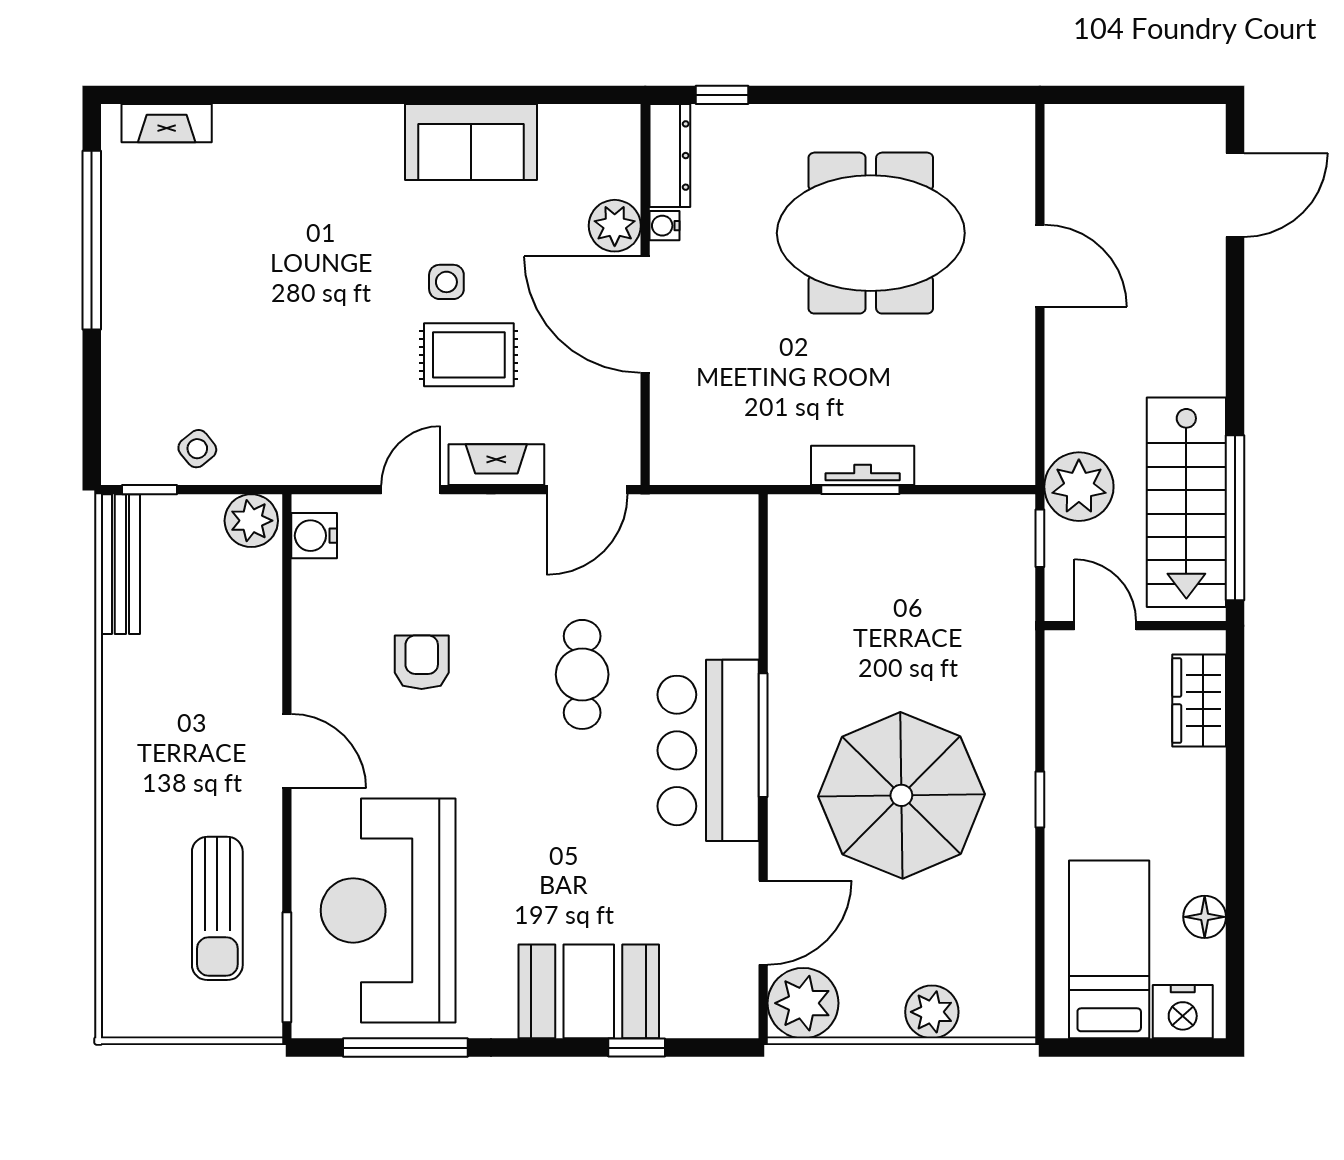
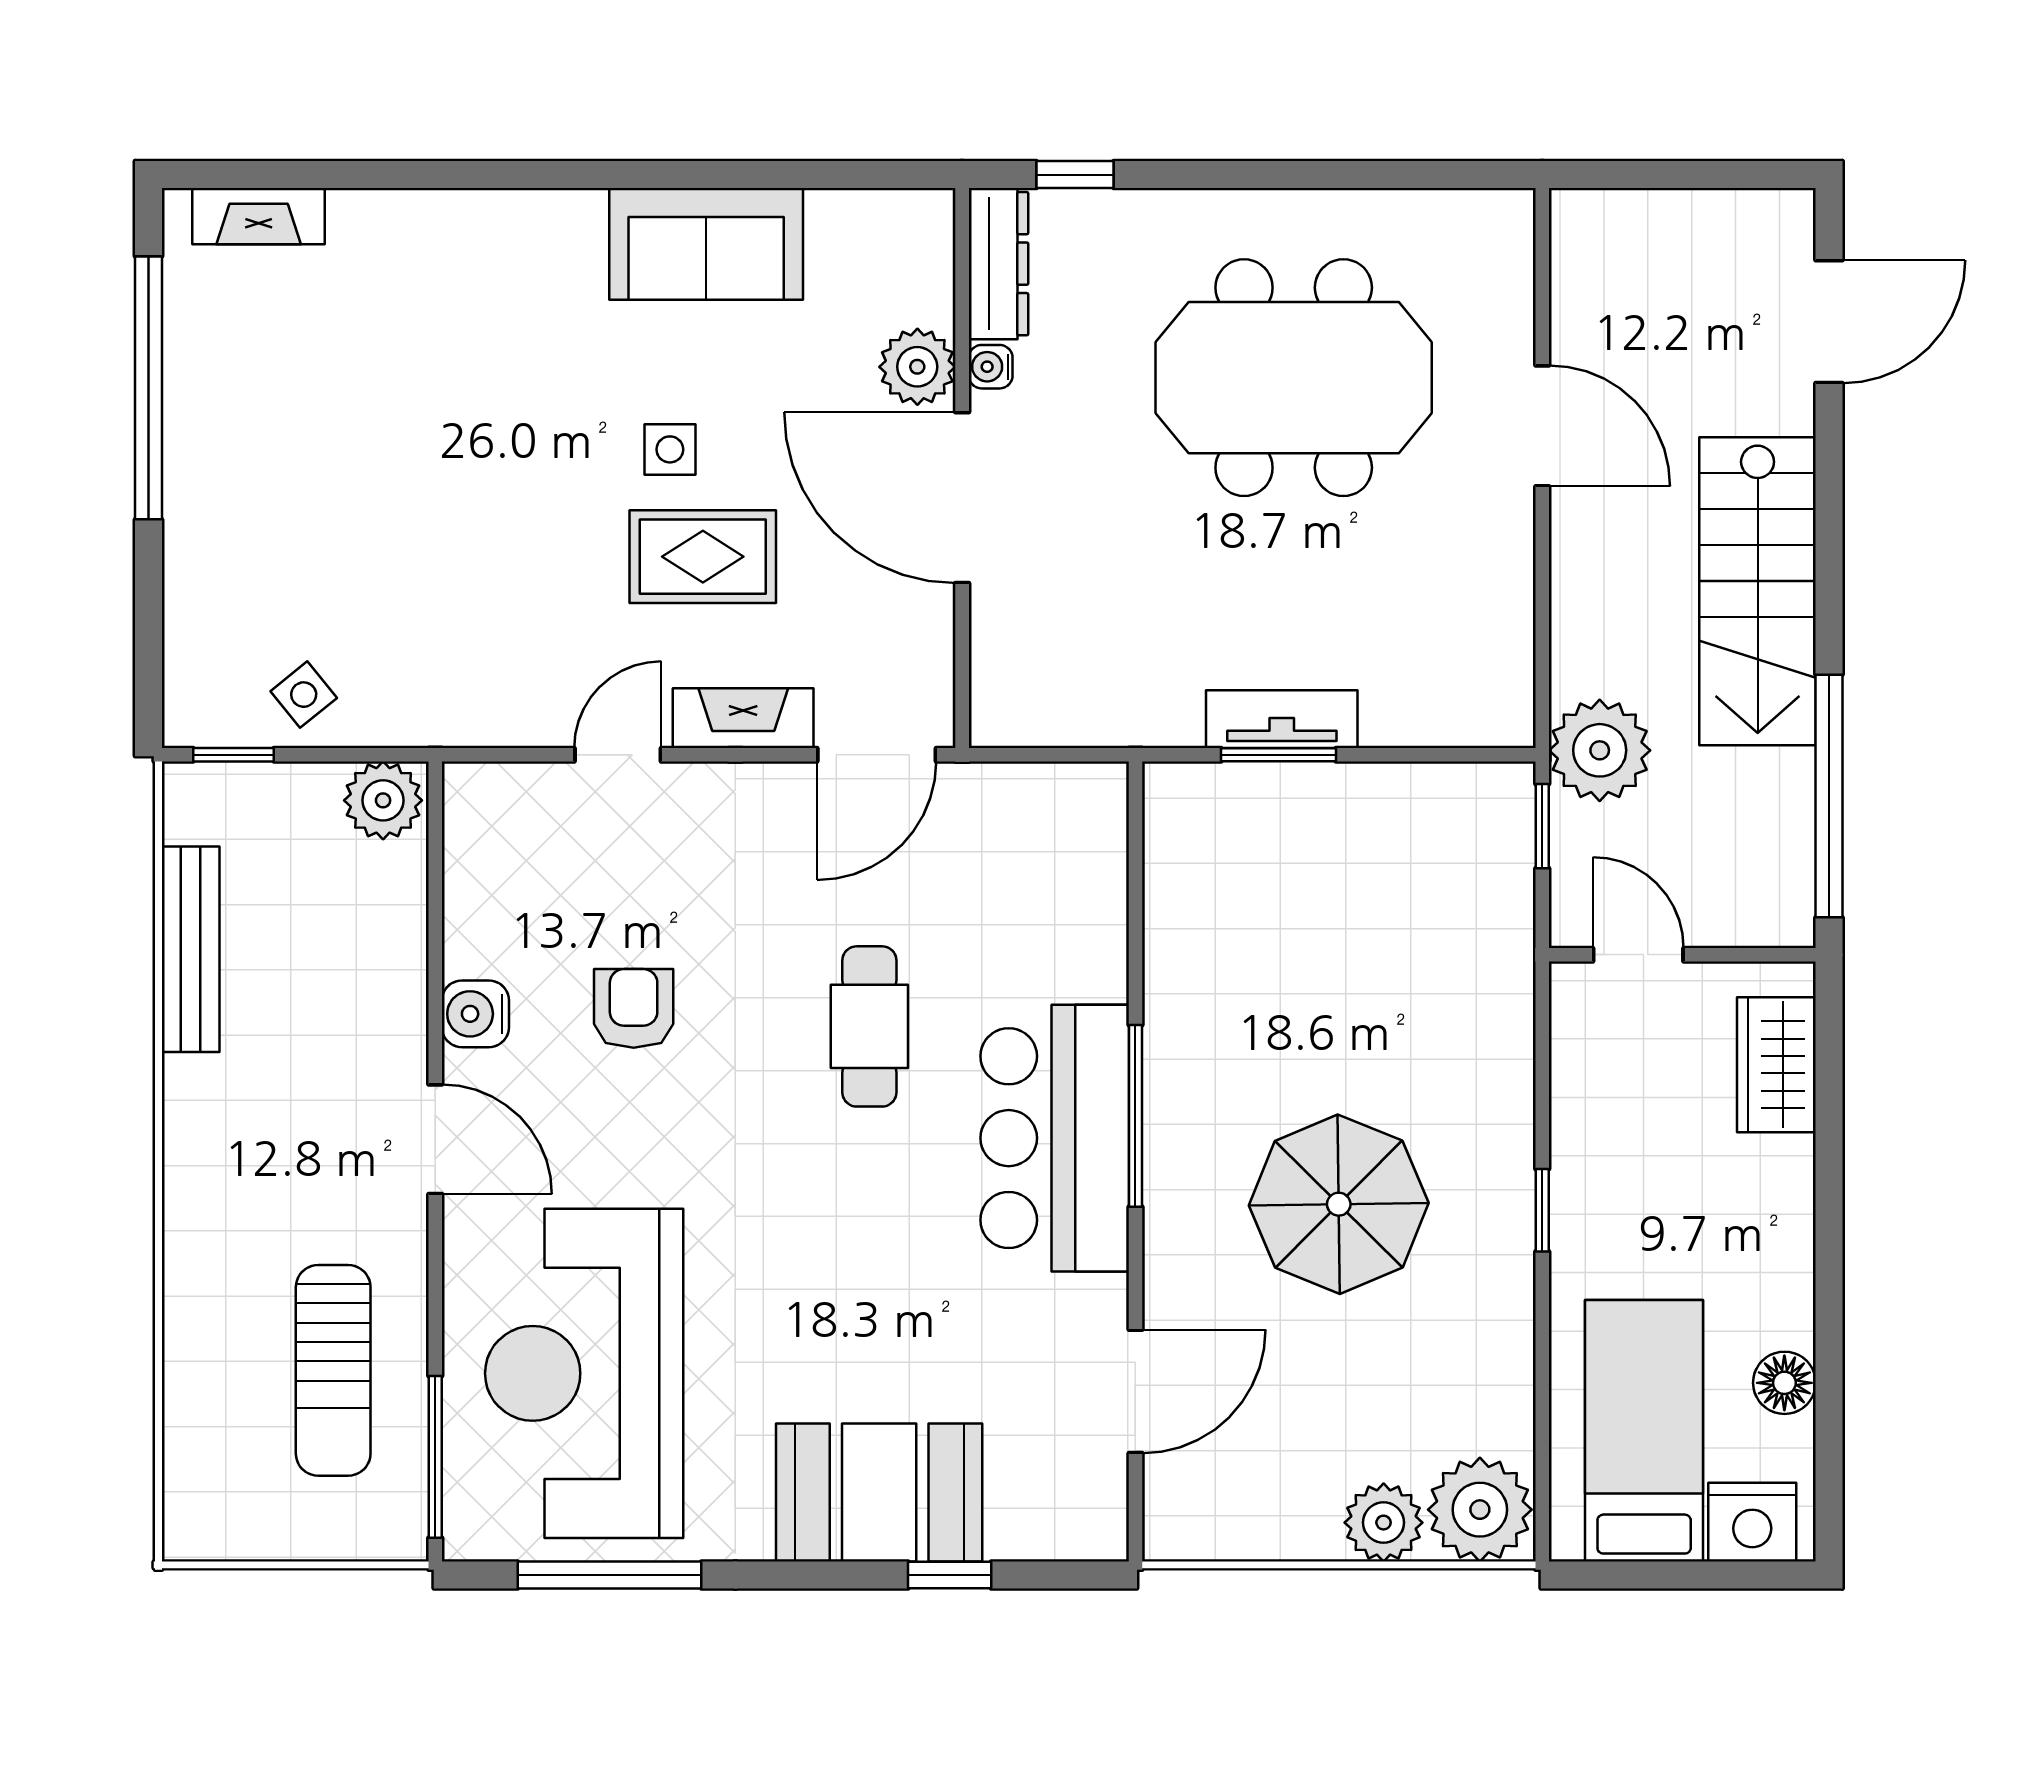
stairs: (1186, 502) -> (1758, 591), moved
water cooler: (314, 536) -> (475, 1014), moved
bench: (120, 564) -> (191, 949), moved
parasol: (901, 795) -> (1339, 1204), width x0.73, depth x0.73
plant: (803, 1003) -> (1480, 1510), moved

